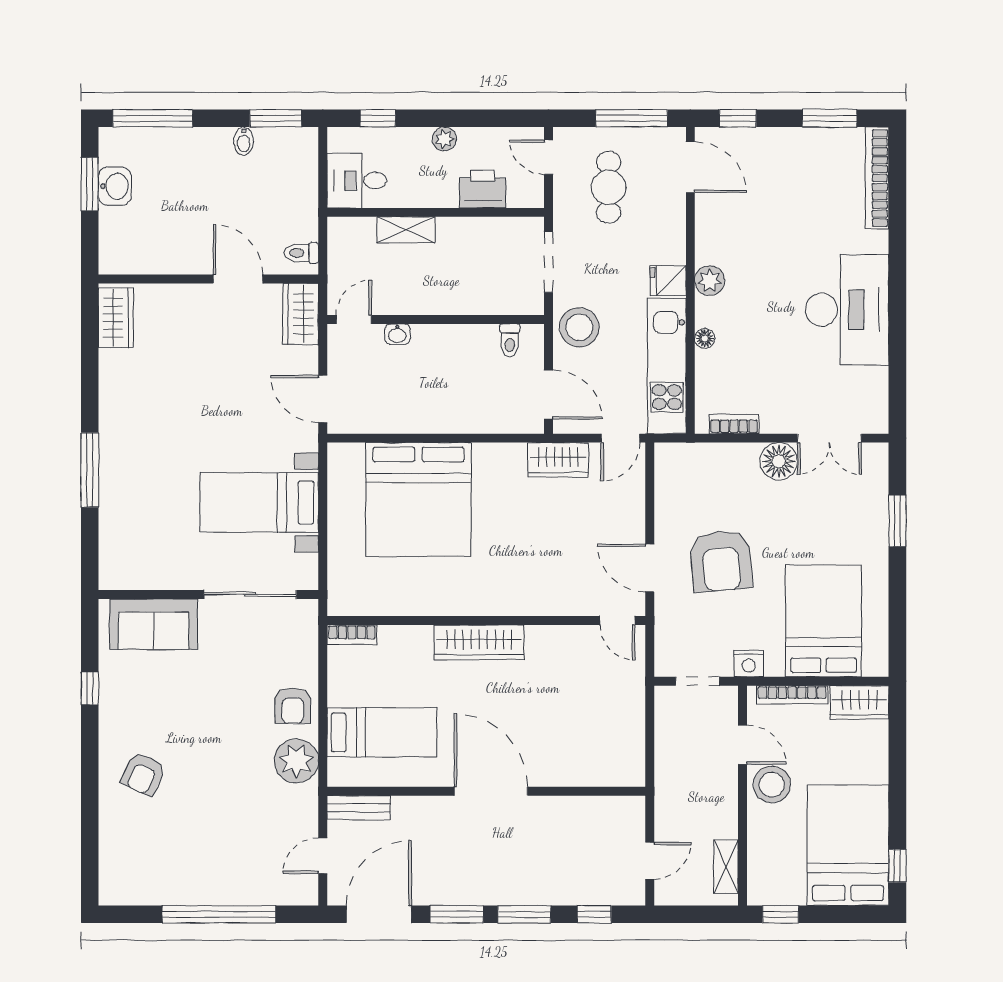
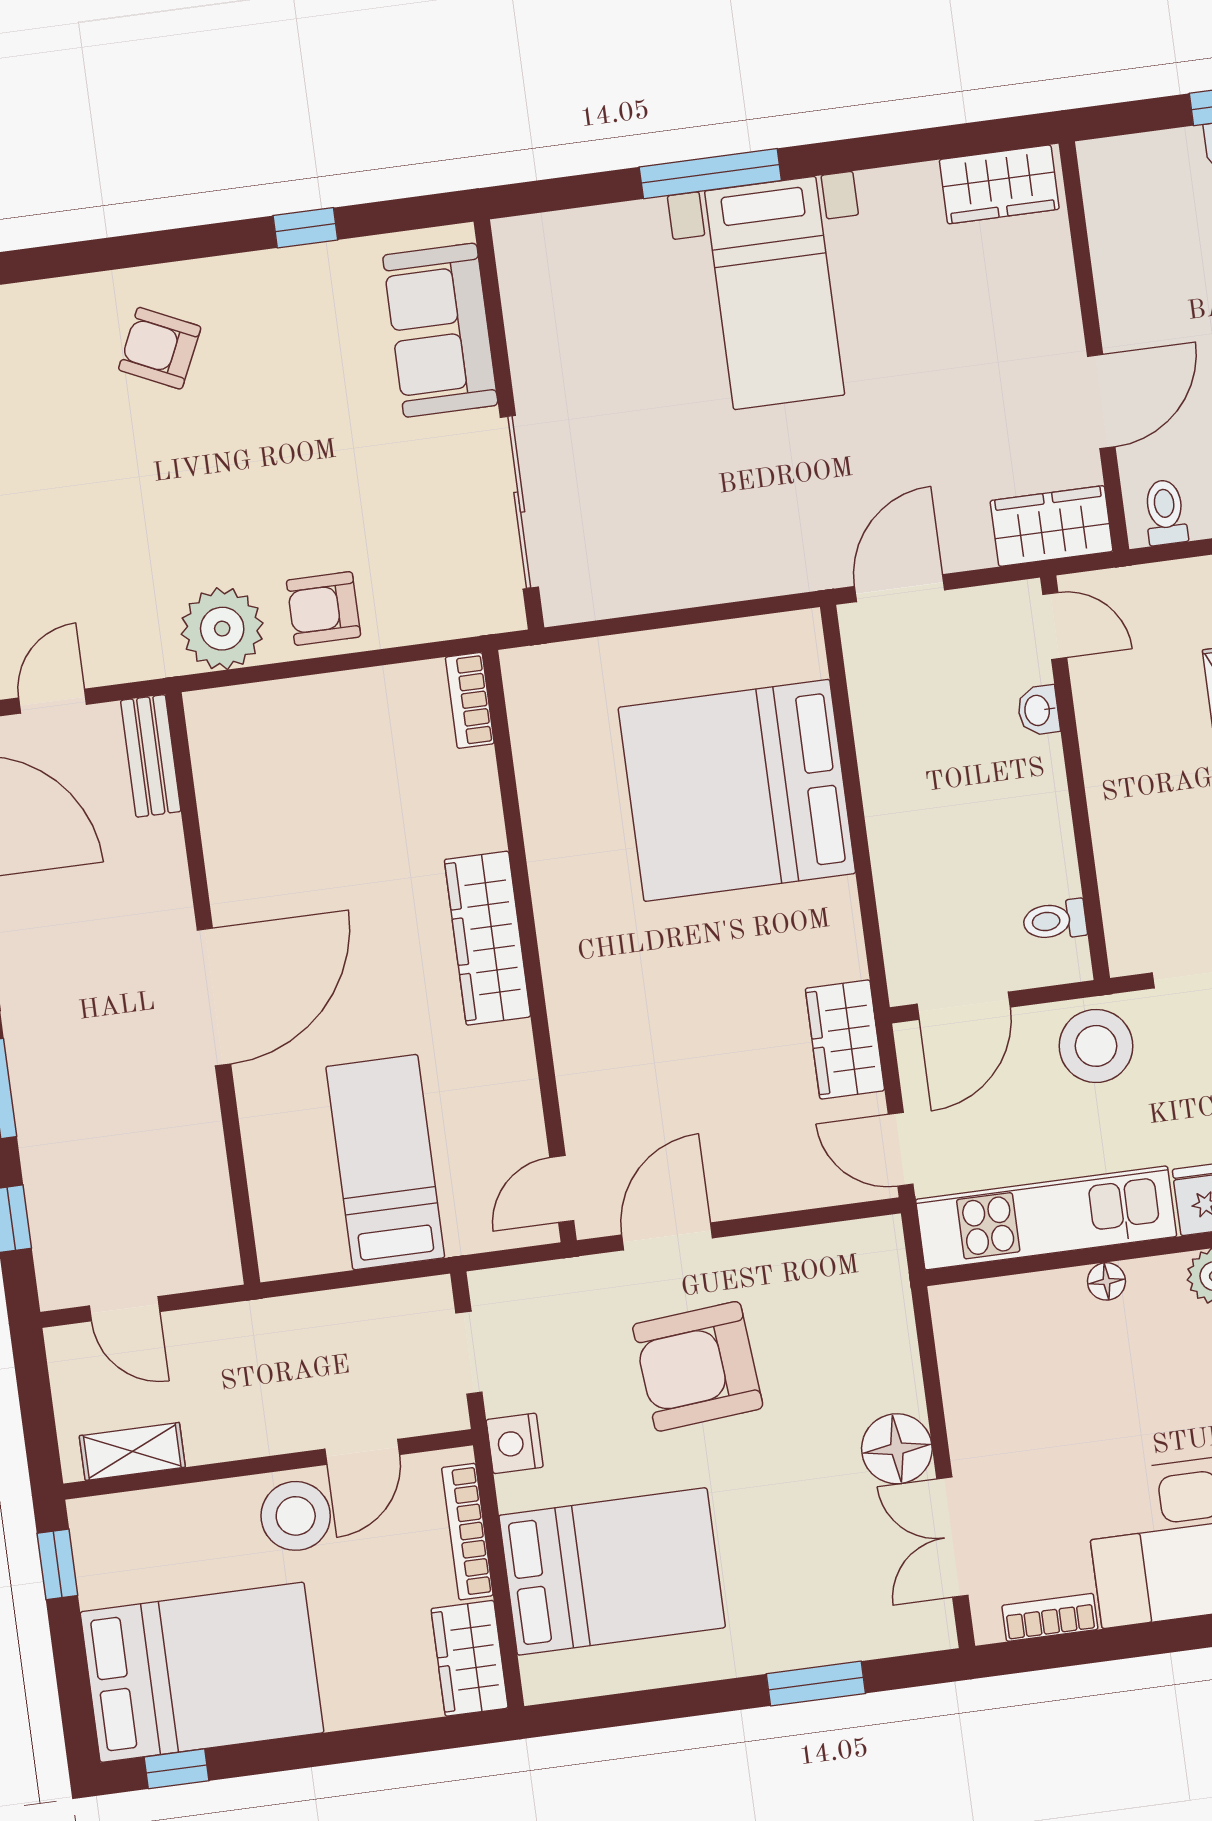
bookcase: (734, 424) -> (1050, 1617), moved, turned -90
bed with nightstands: (259, 503) -> (775, 293), moved, turned 180
bed: (382, 732) -> (385, 1162), moved, turned 180
door: (323, 856) -> (53, 701), hinge flipped

